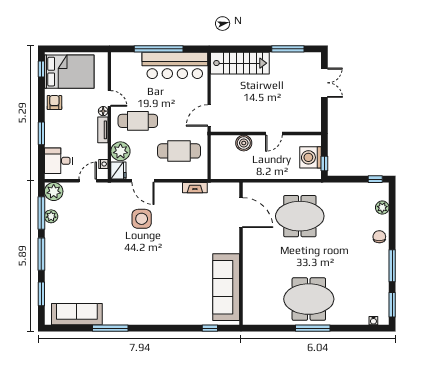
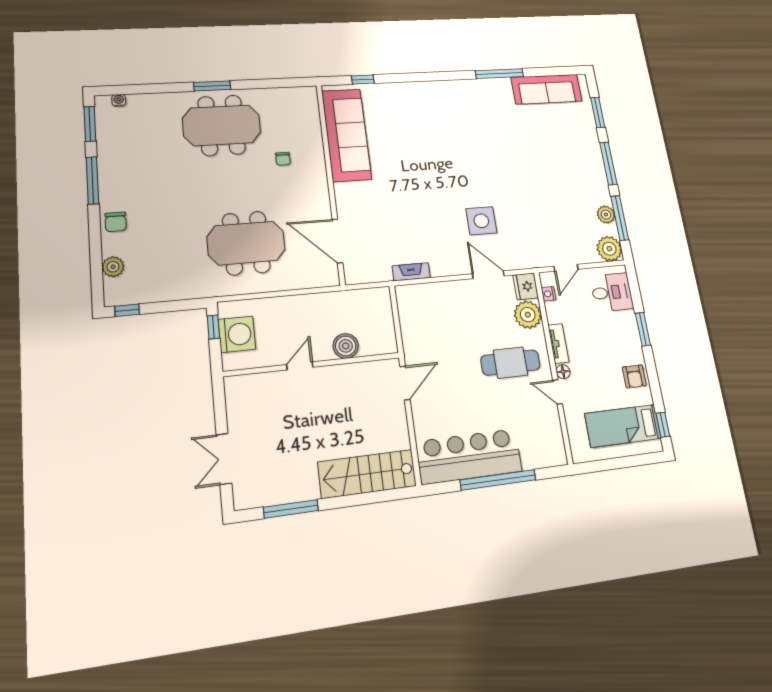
bed: (69, 72) -> (623, 426), width x0.67
cafe table: (179, 151) -> (443, 324), removed
chair: (271, 273) -> (283, 159), added
window: (313, 328) -> (212, 86), width x0.69

